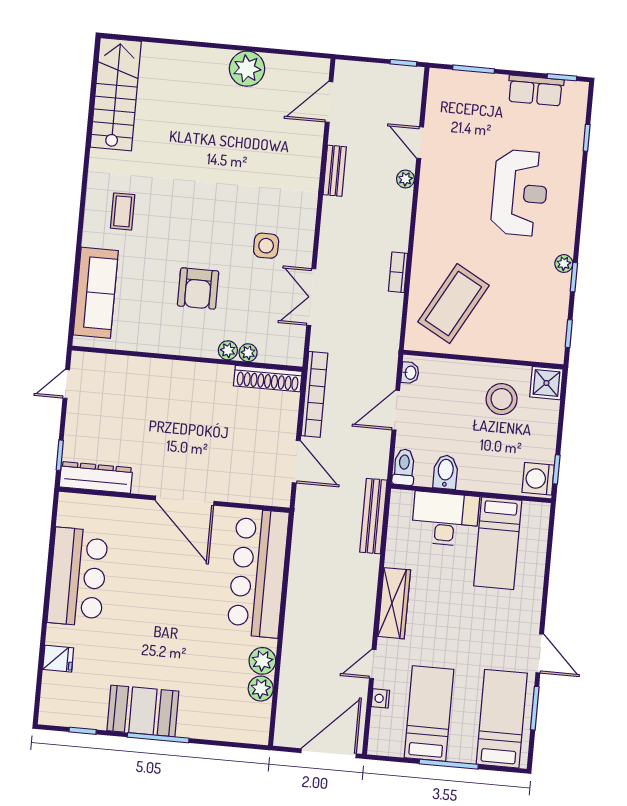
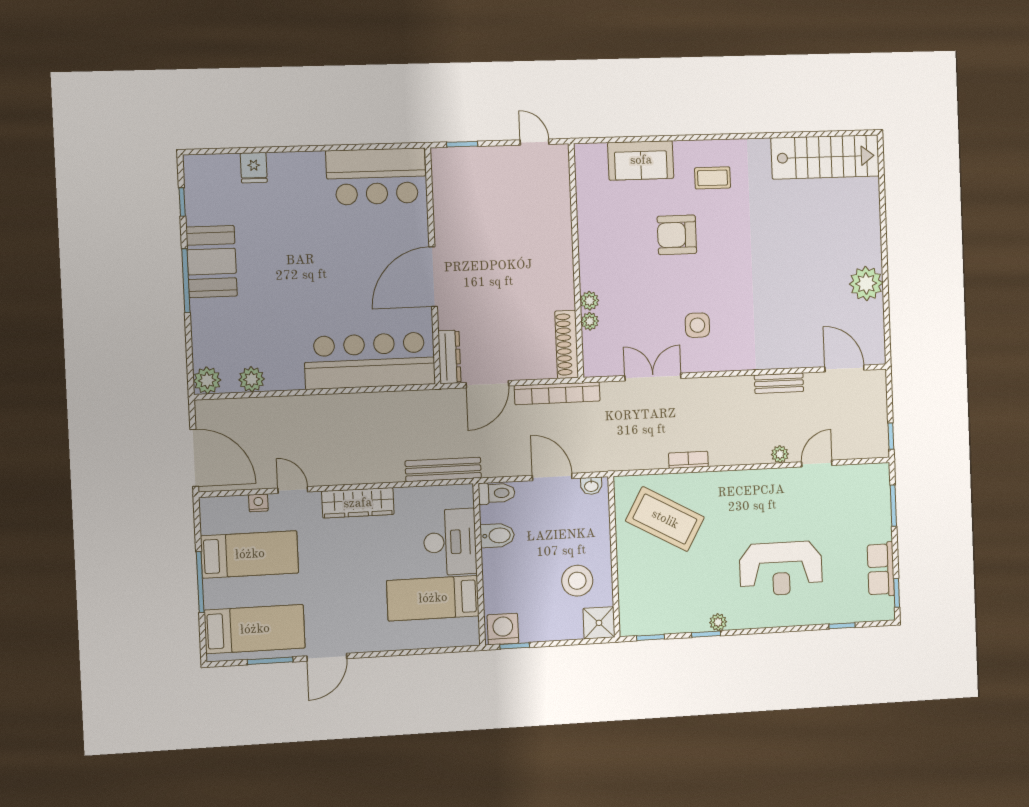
armchair: (198, 288) -> (677, 235), moved
sofa: (96, 293) -> (641, 160), width x0.73
dresser: (96, 477) -> (450, 357), moved, width x0.73, depth x0.80
bar counter: (78, 577) -> (376, 177), moved
plant: (262, 661) -> (207, 380), moved

